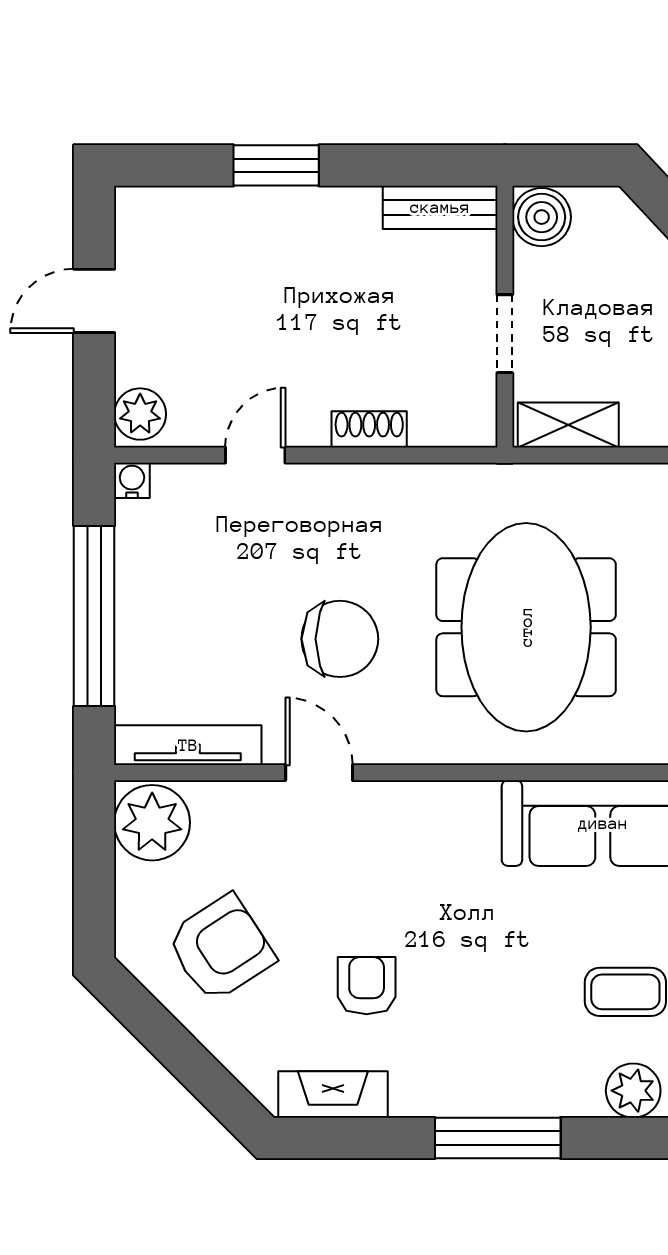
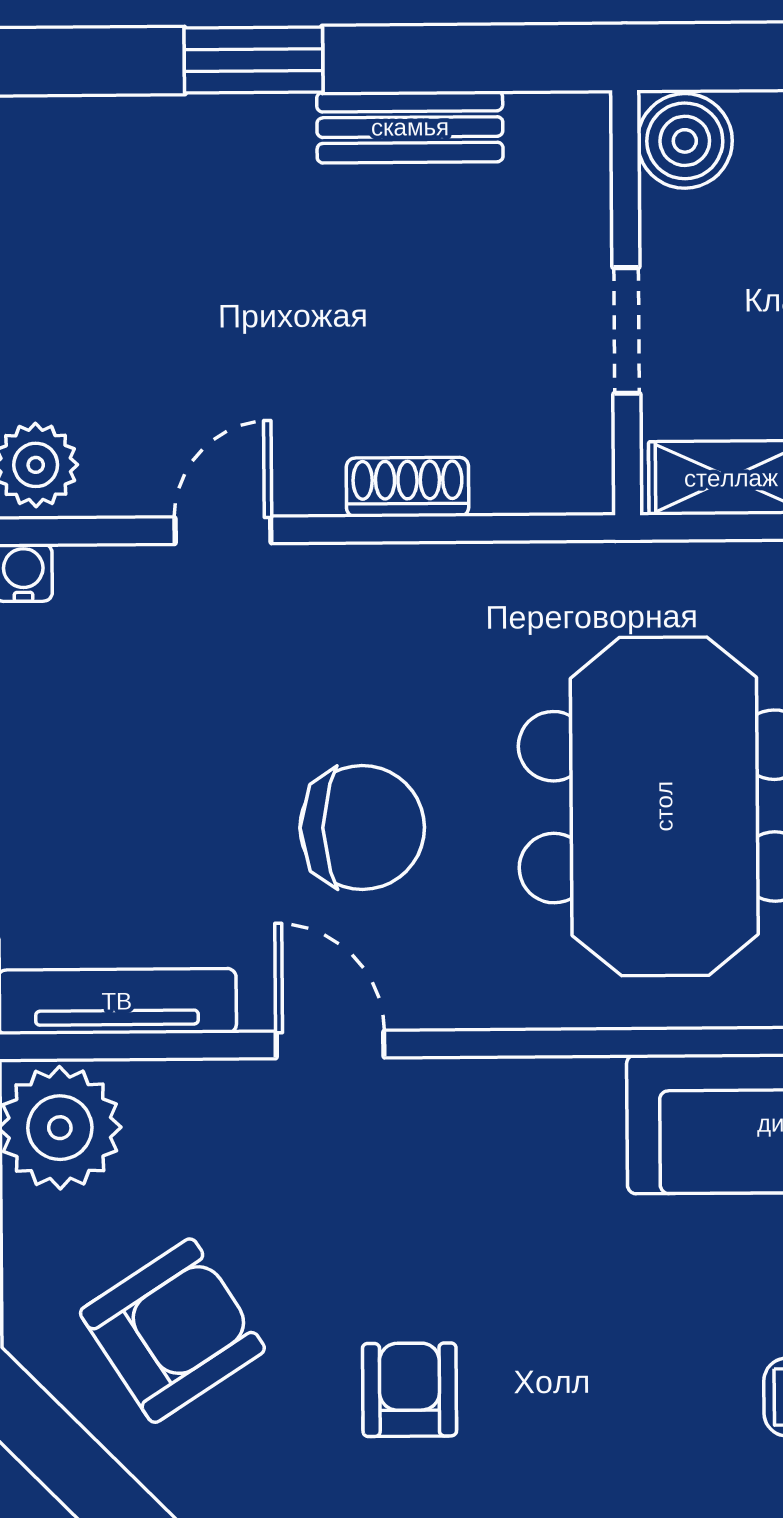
bench: (440, 207) -> (410, 127), moved

